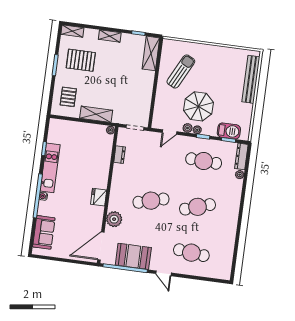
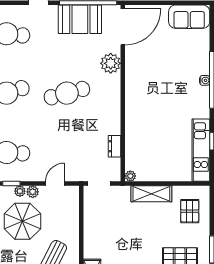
kitchen unit: (50, 168) -> (201, 150), moved
fridge: (99, 197) -> (134, 89), removed
sofa: (44, 232) -> (189, 17), moved, turned -90

